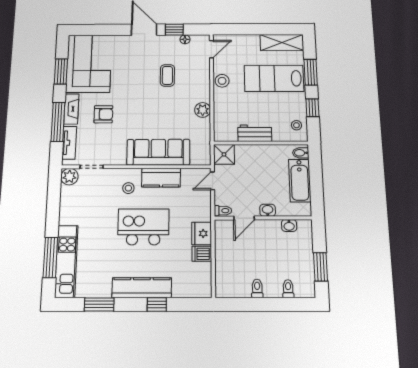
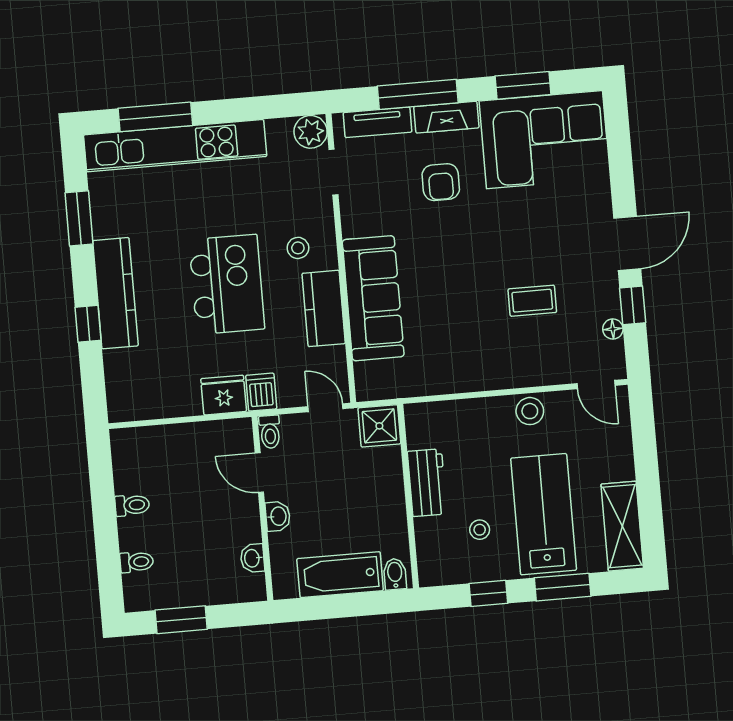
plant: (203, 110) -> (466, 377), removed
stool: (296, 125) -> (480, 530), moved
dishwasher: (202, 254) -> (261, 392), moved
kitchen unit: (66, 261) -> (175, 146), width x1.36

